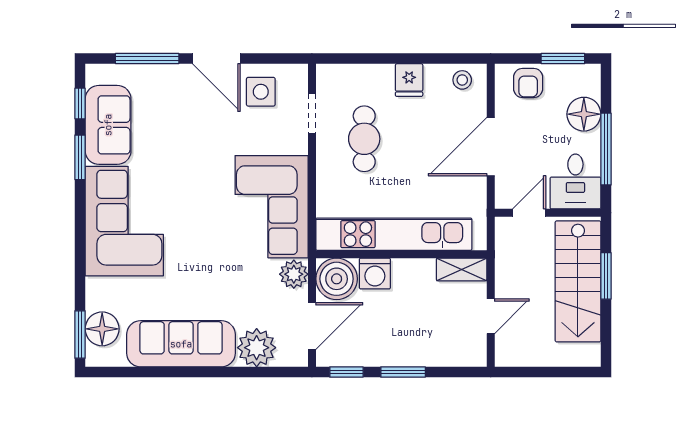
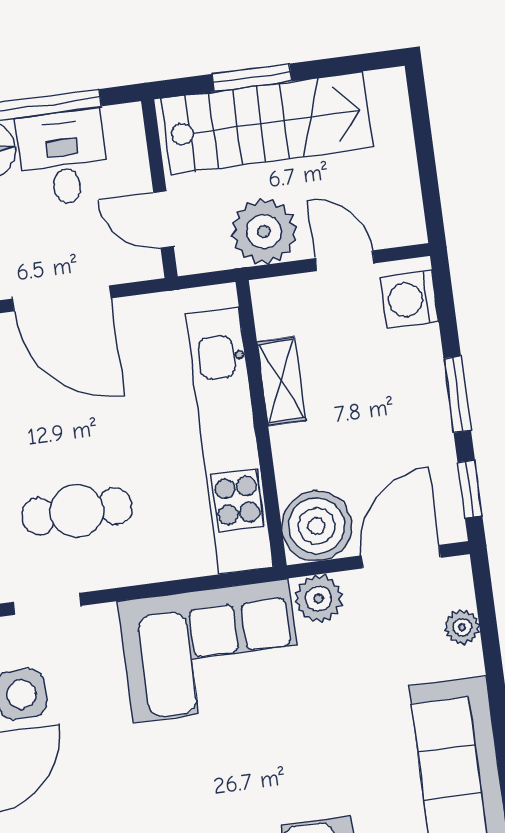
desk: (575, 181) -> (63, 158), moved, turned -90
shelving: (462, 269) -> (281, 381), moved
plant: (514, 271) -> (264, 232), added
washing machine: (375, 274) -> (410, 299), moved, turned 180
door: (312, 326) -> (401, 557), hinge flipped
plant: (257, 348) -> (462, 627), width x0.53, depth x0.53

